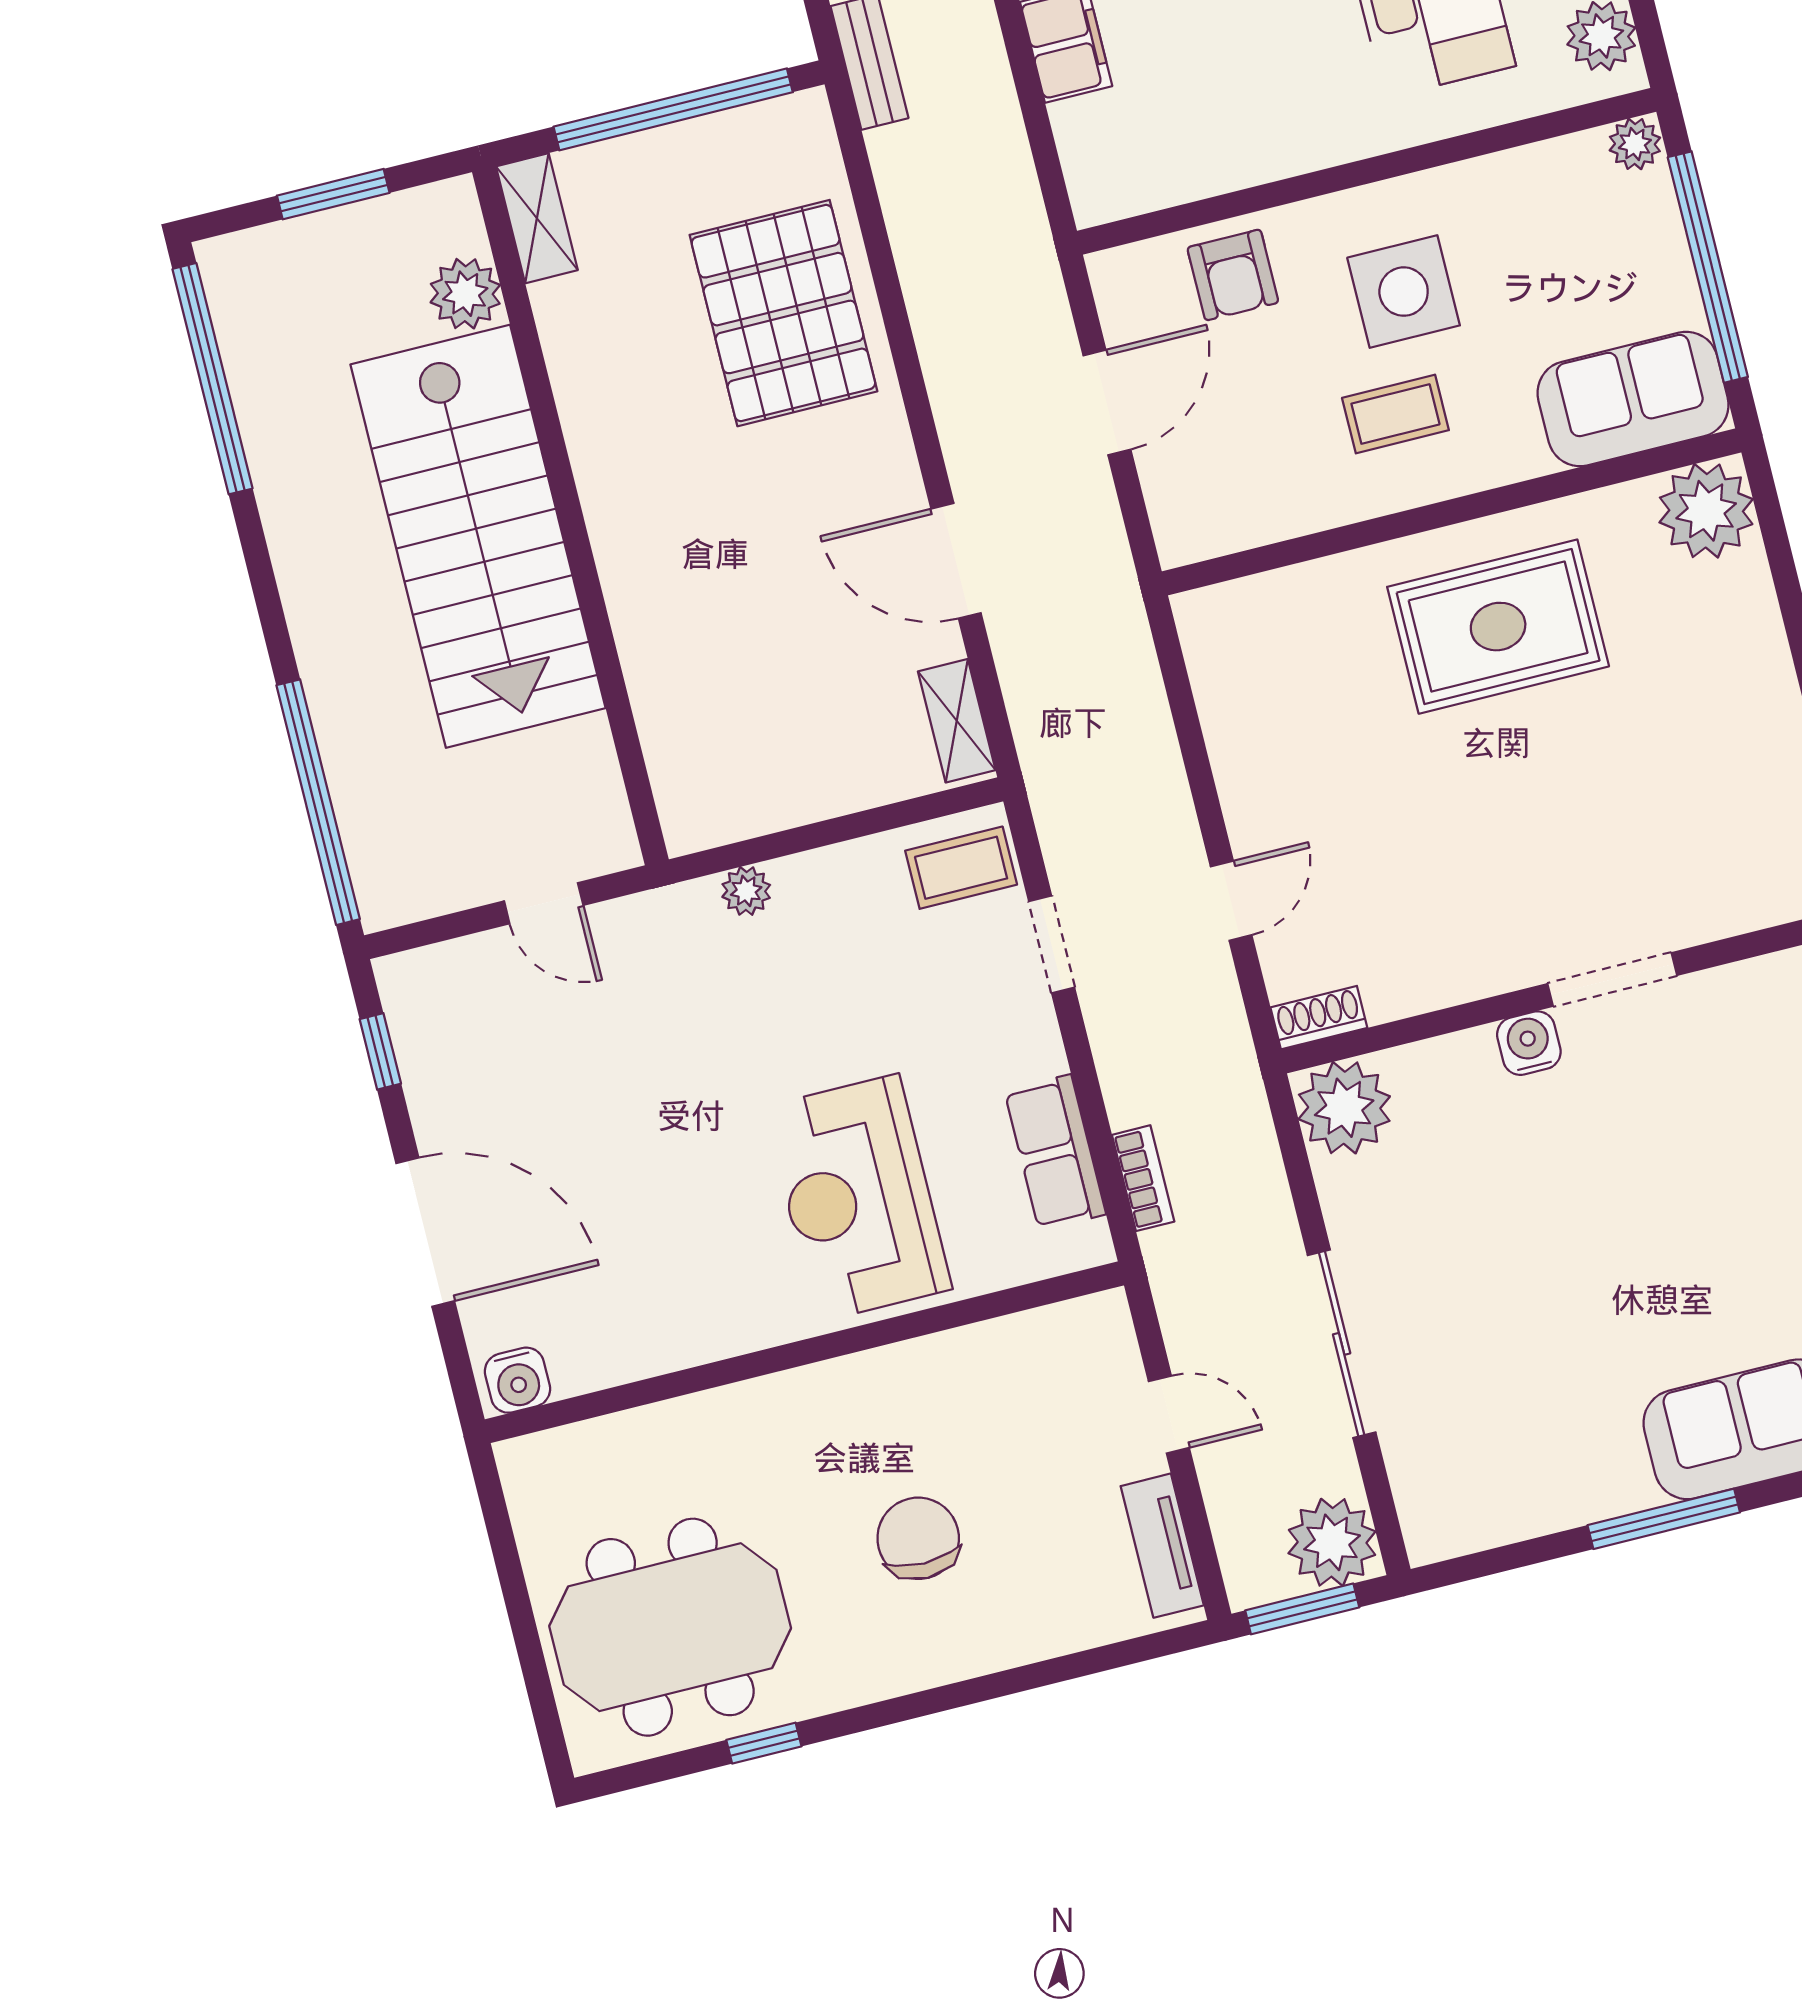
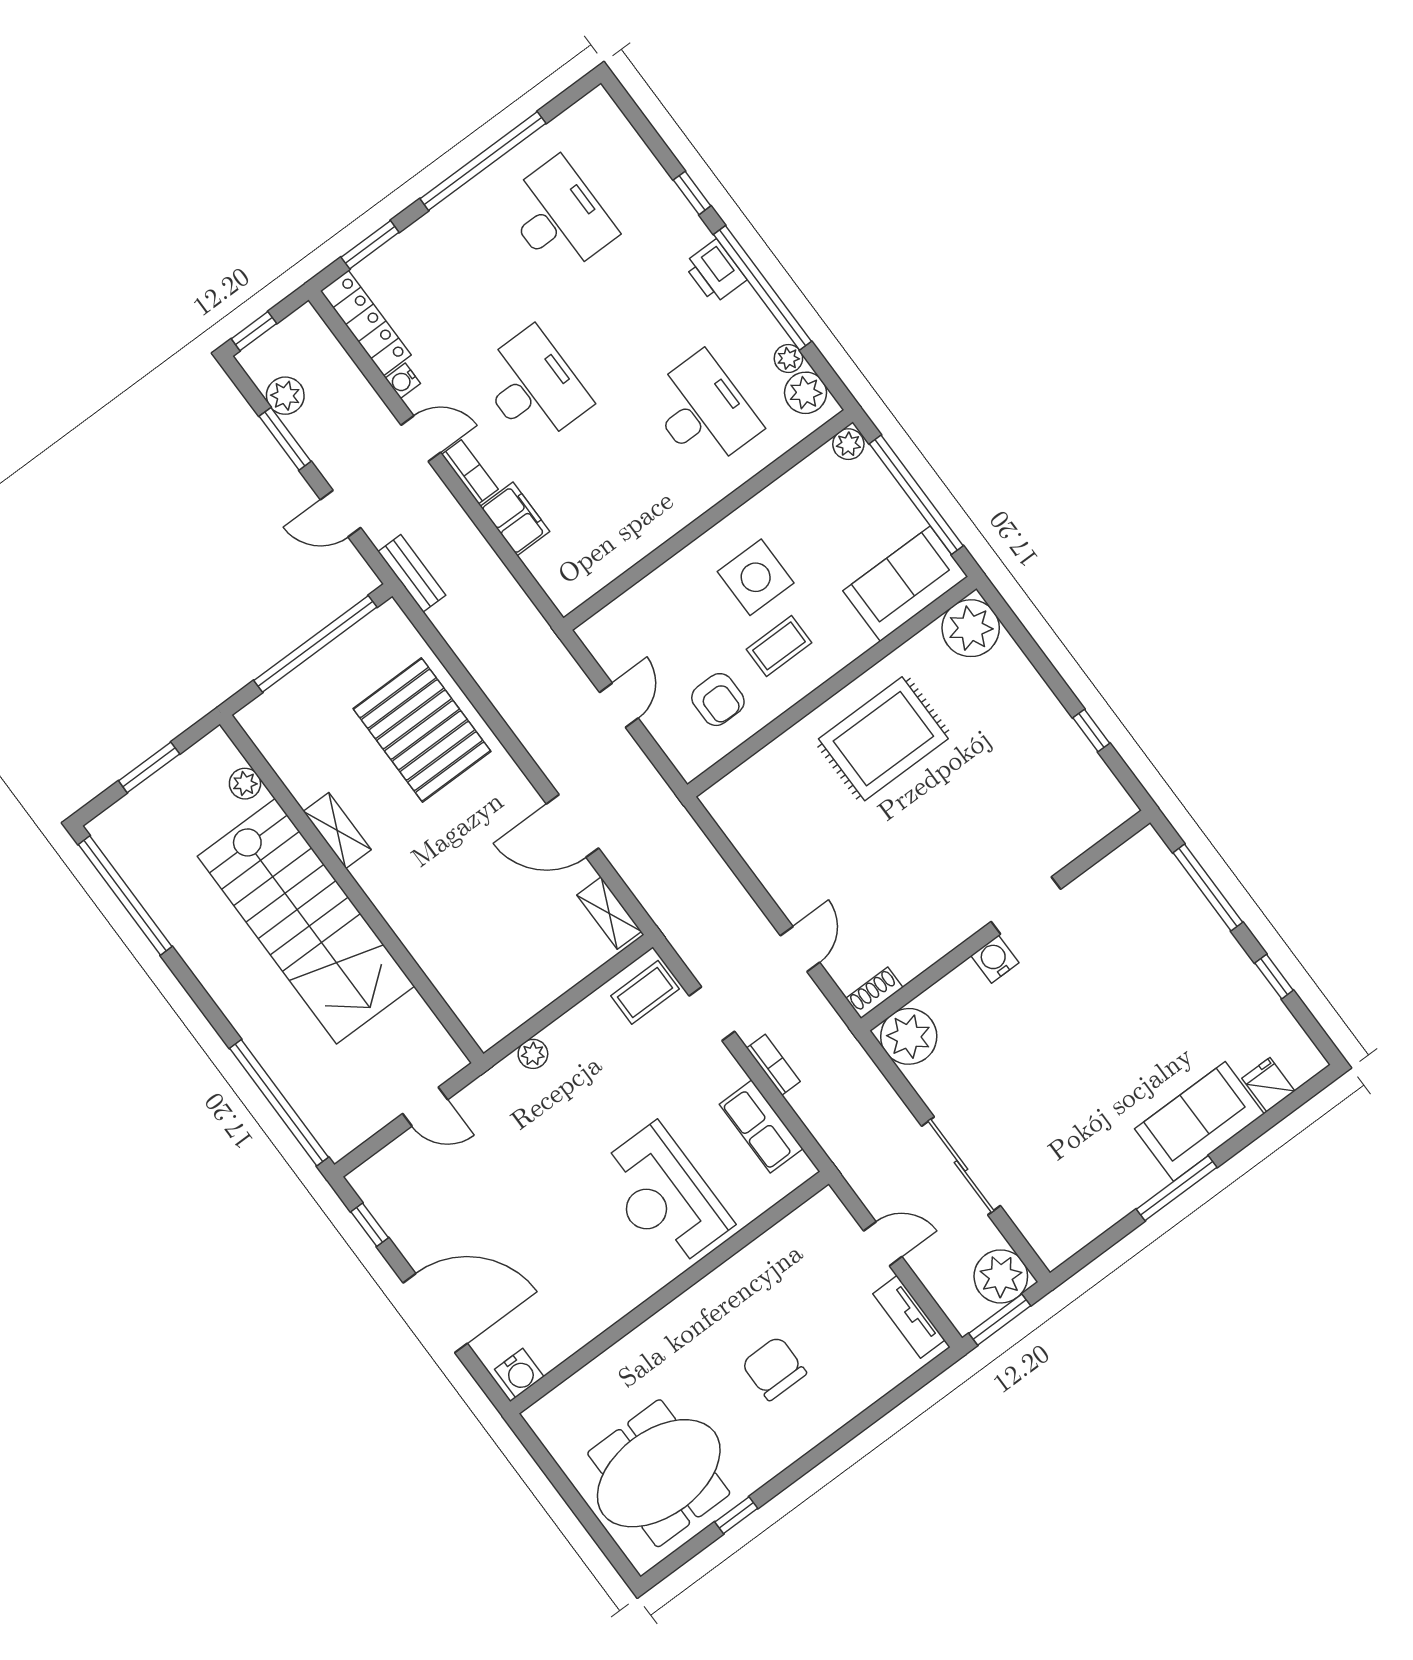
shelving: (537, 218) -> (337, 831), moved
armchair: (1233, 275) -> (718, 700), moved
plant: (465, 294) -> (245, 784), width x0.73, depth x0.73
door: (1107, 402) -> (619, 705), width x0.73
bookcase: (1143, 1178) -> (773, 1065), moved

